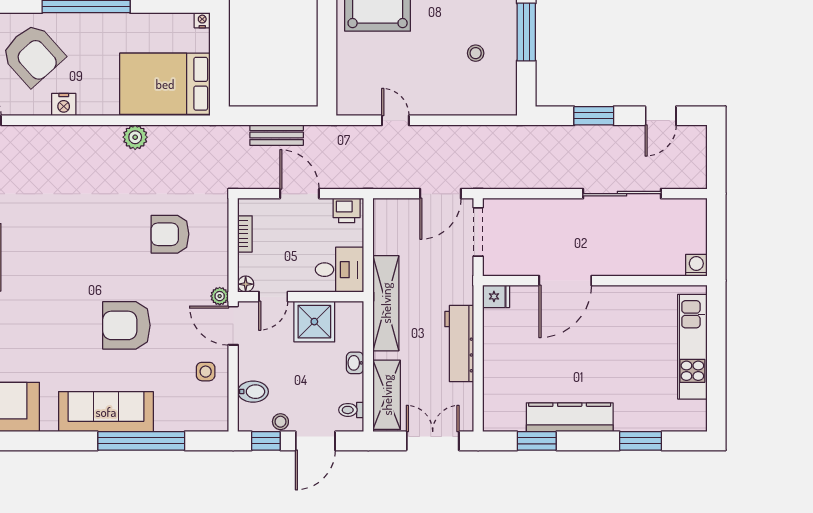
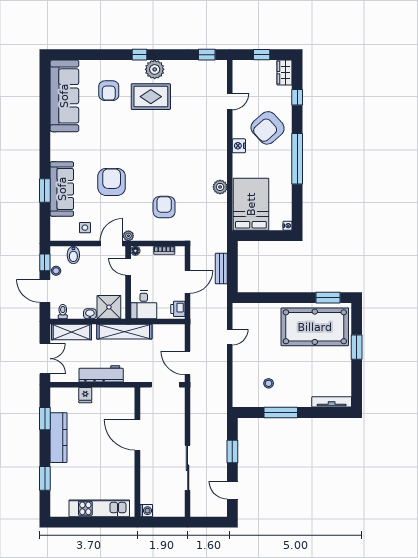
fridge: (496, 296) -> (85, 395), moved
shower: (314, 322) -> (109, 307), moved
sofa: (106, 412) -> (62, 189), moved
window: (141, 441) -> (45, 190), width x0.47

